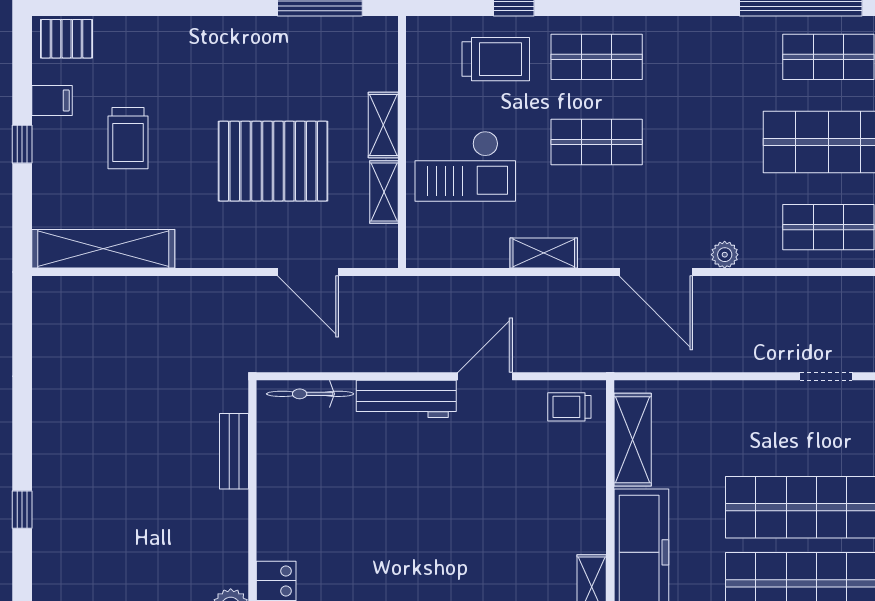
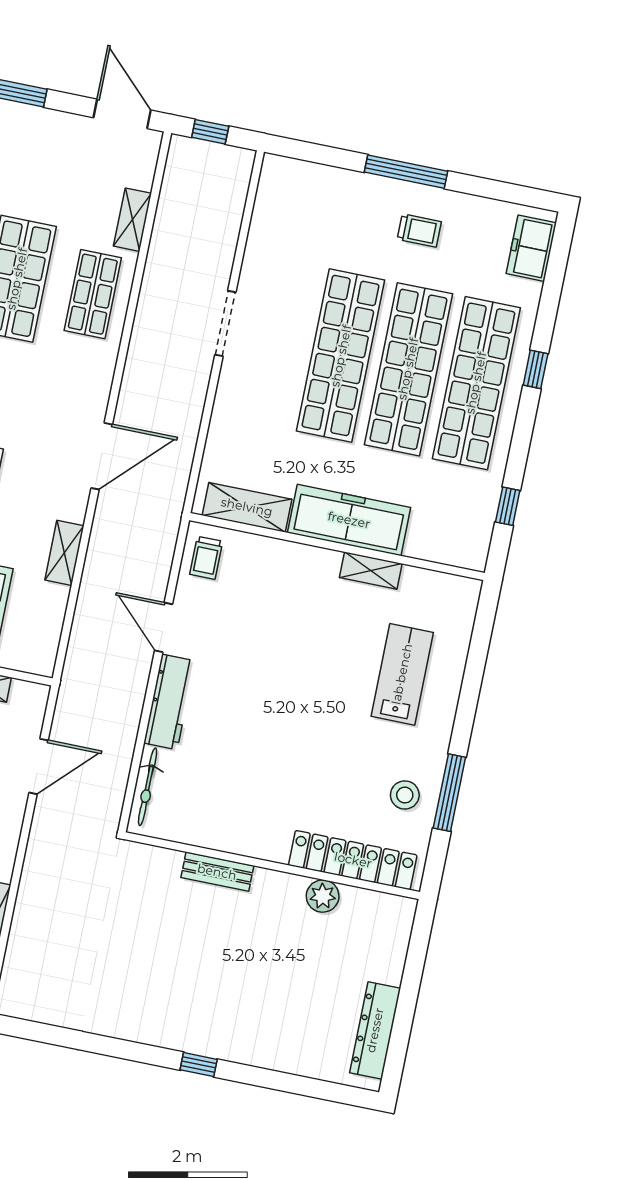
plant: (725, 255) -> (99, 392), removed
doorway: (826, 376) -> (225, 323), width x1.38
bench: (234, 451) -> (217, 872), moved

